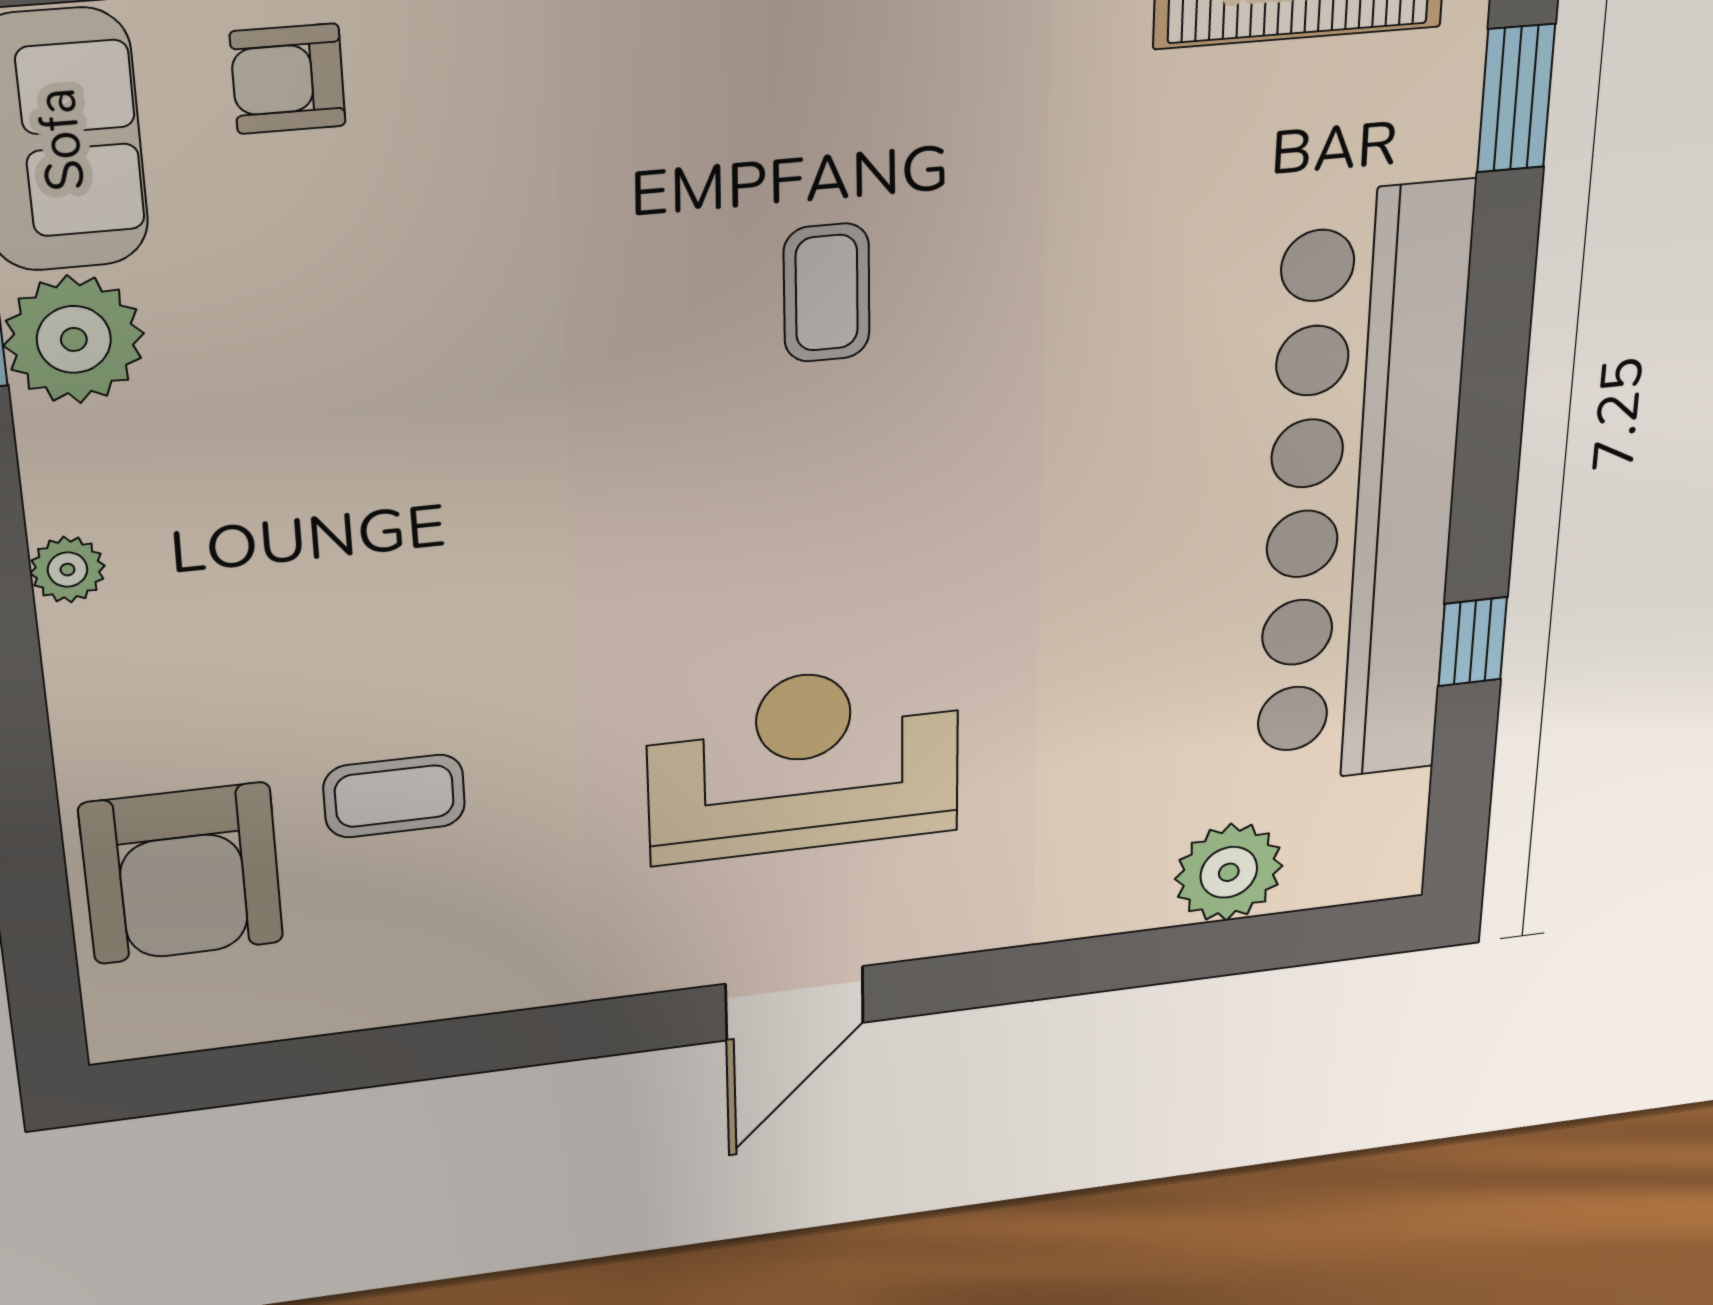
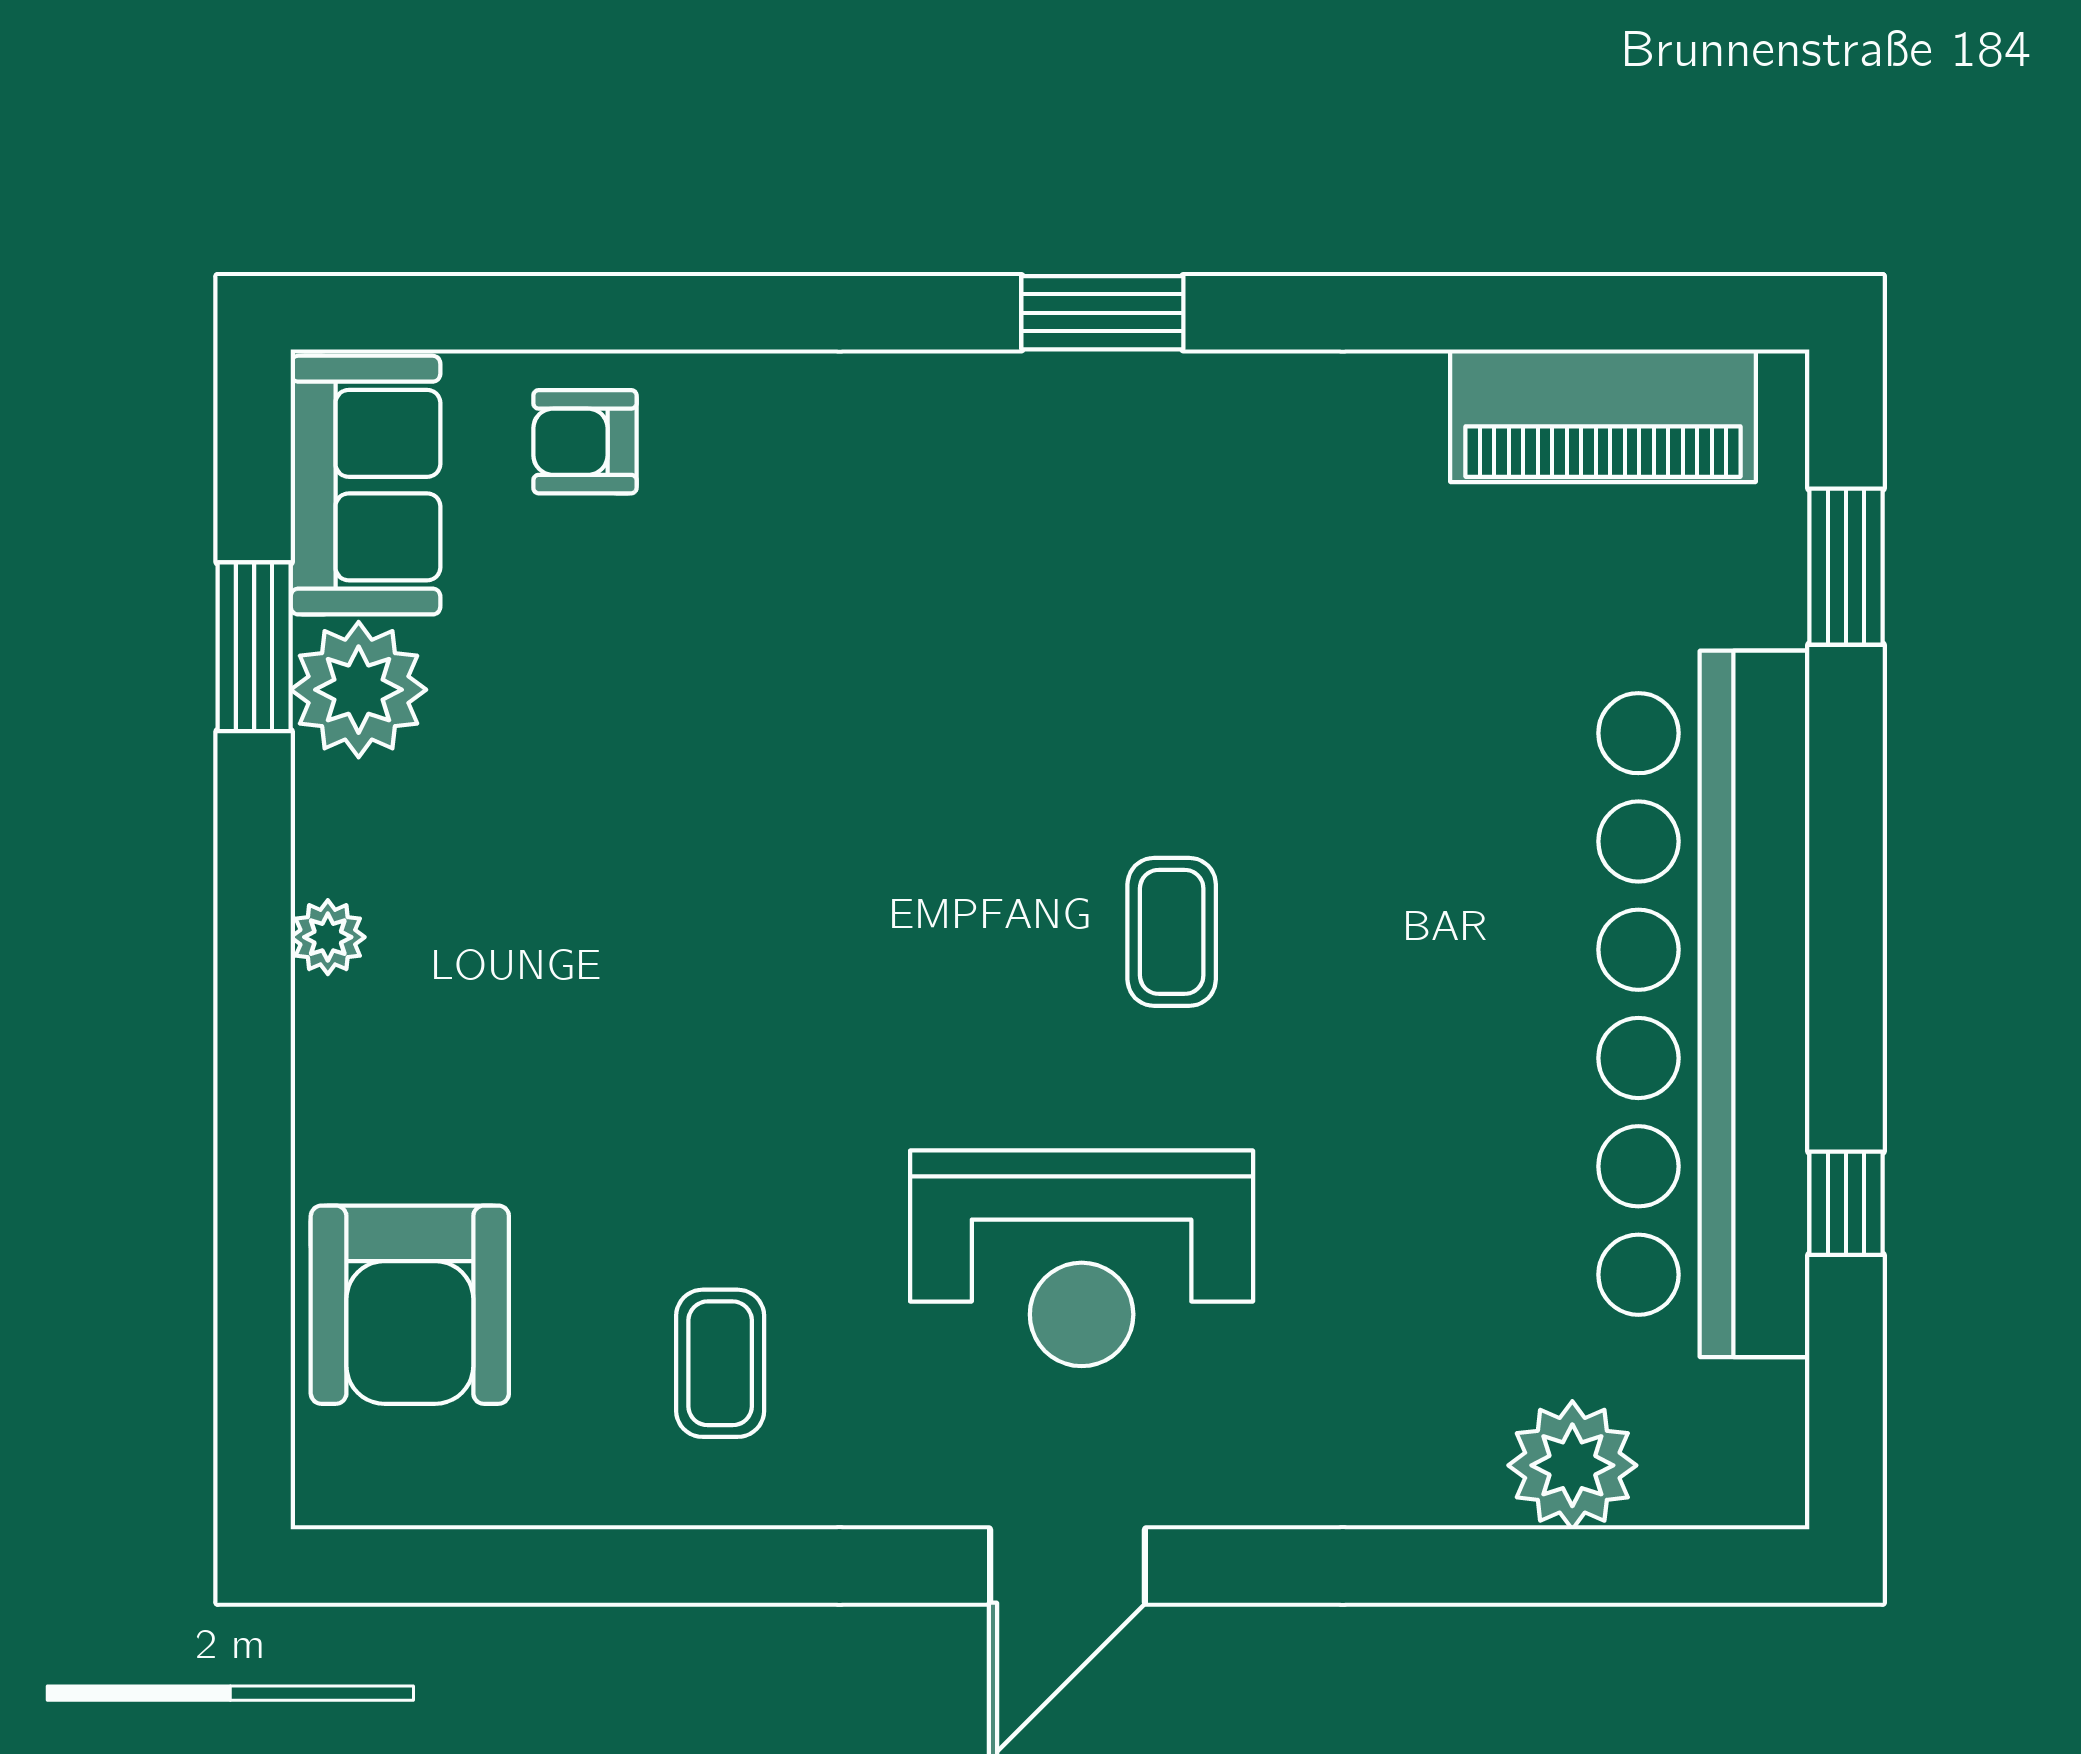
coffee table: (827, 293) -> (1172, 932), moved
reception desk: (804, 763) -> (1082, 1258), turned 180
coffee table: (394, 796) -> (720, 1363), moved, turned 90

